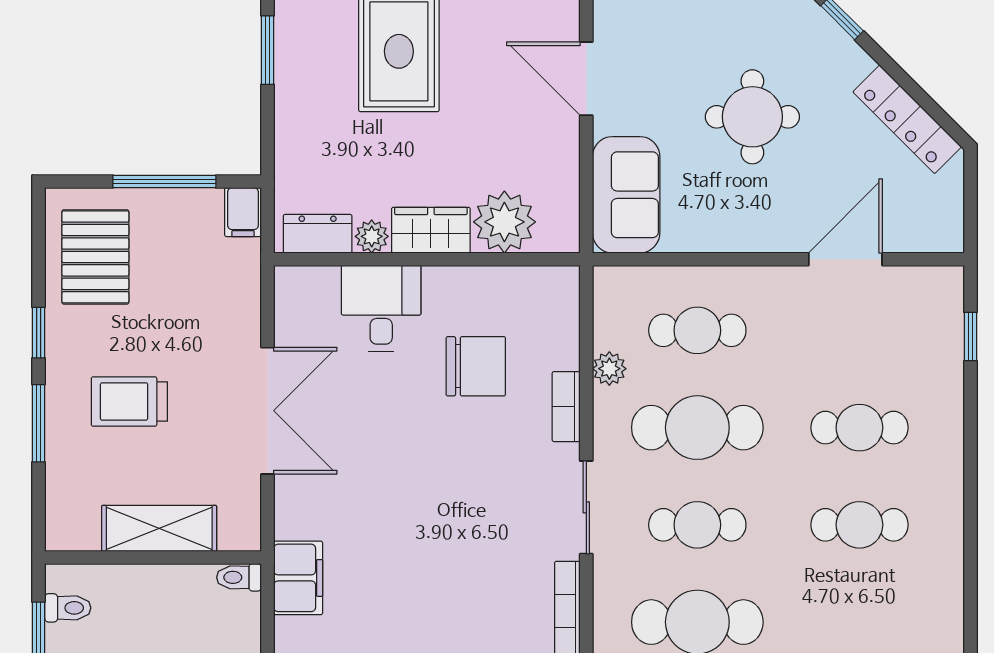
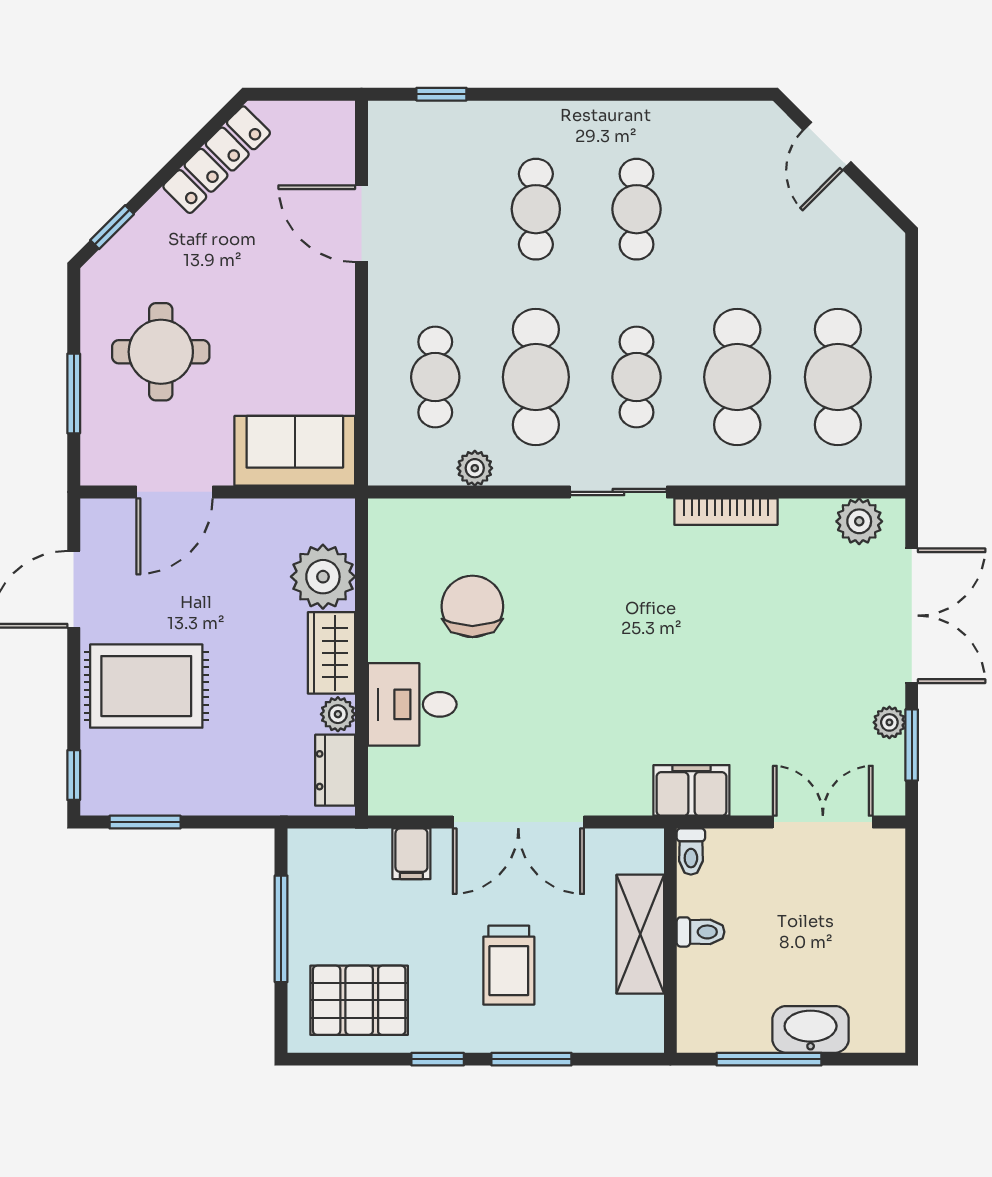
round table: (752, 117) -> (161, 352), moved
filing cabinet: (243, 212) -> (411, 854), moved, turned 90
bookcase: (566, 407) -> (514, 513), removed
double door: (267, 411) -> (518, 822), swing flipped
toilet: (68, 608) -> (701, 932), moved, turned 90

